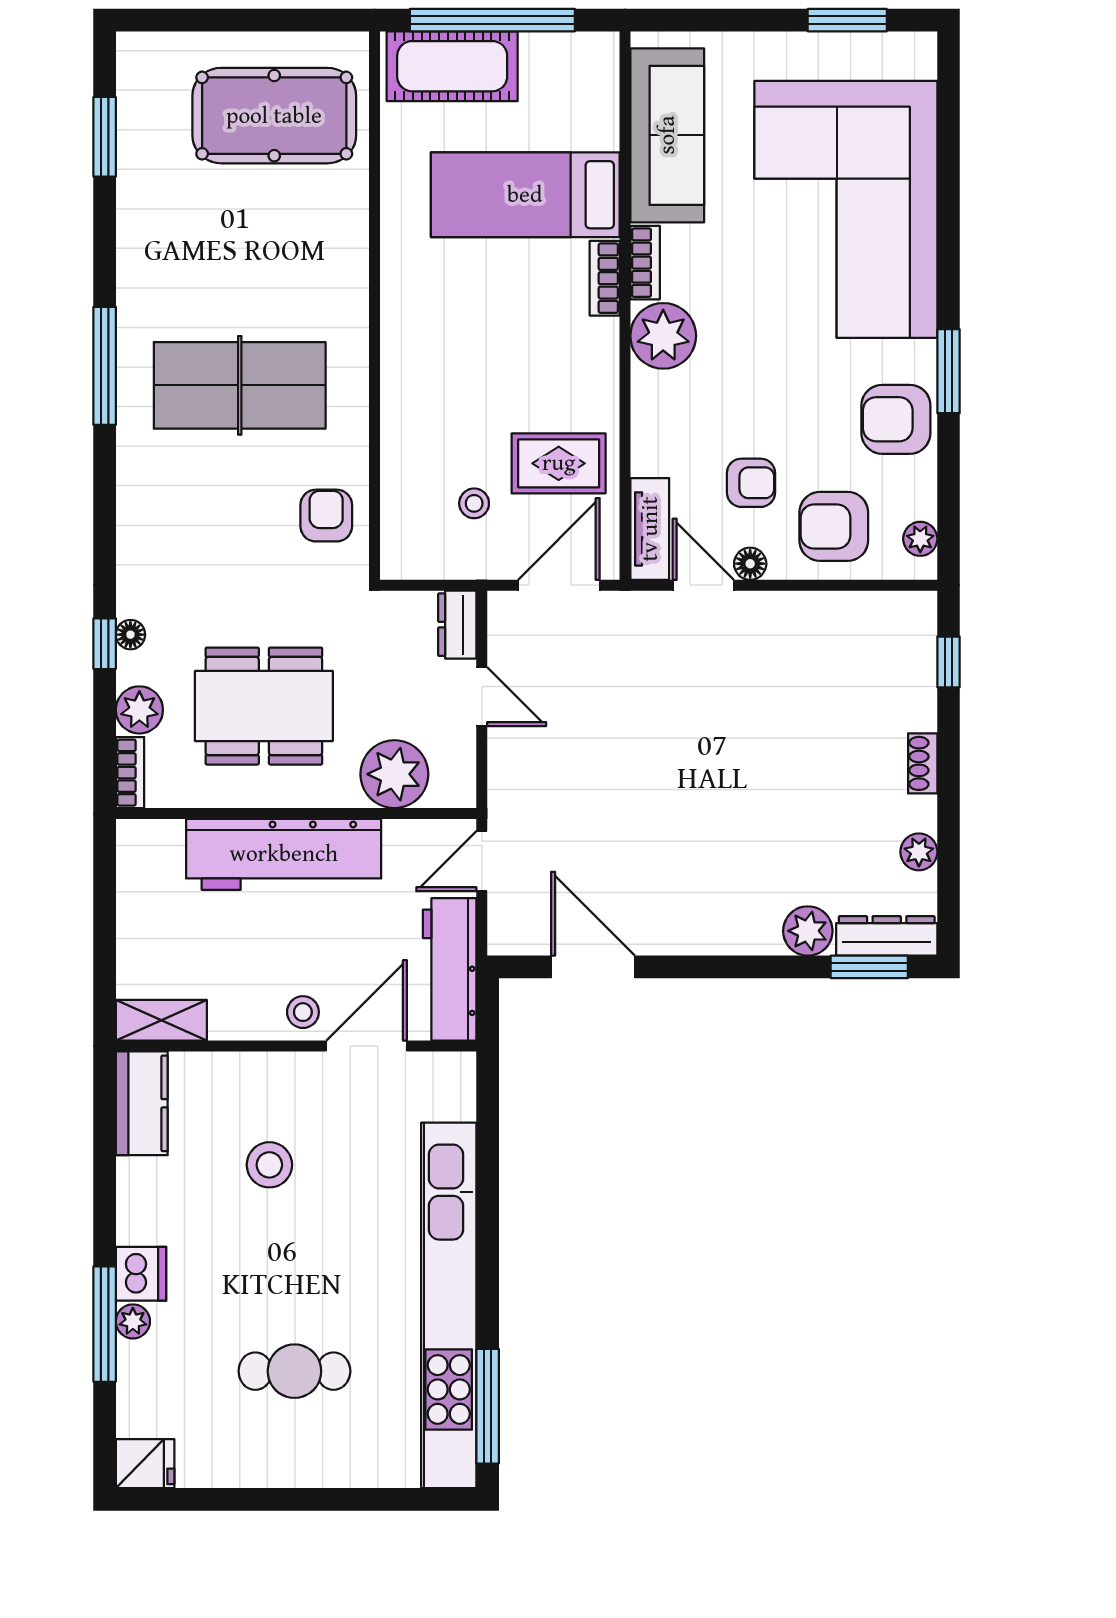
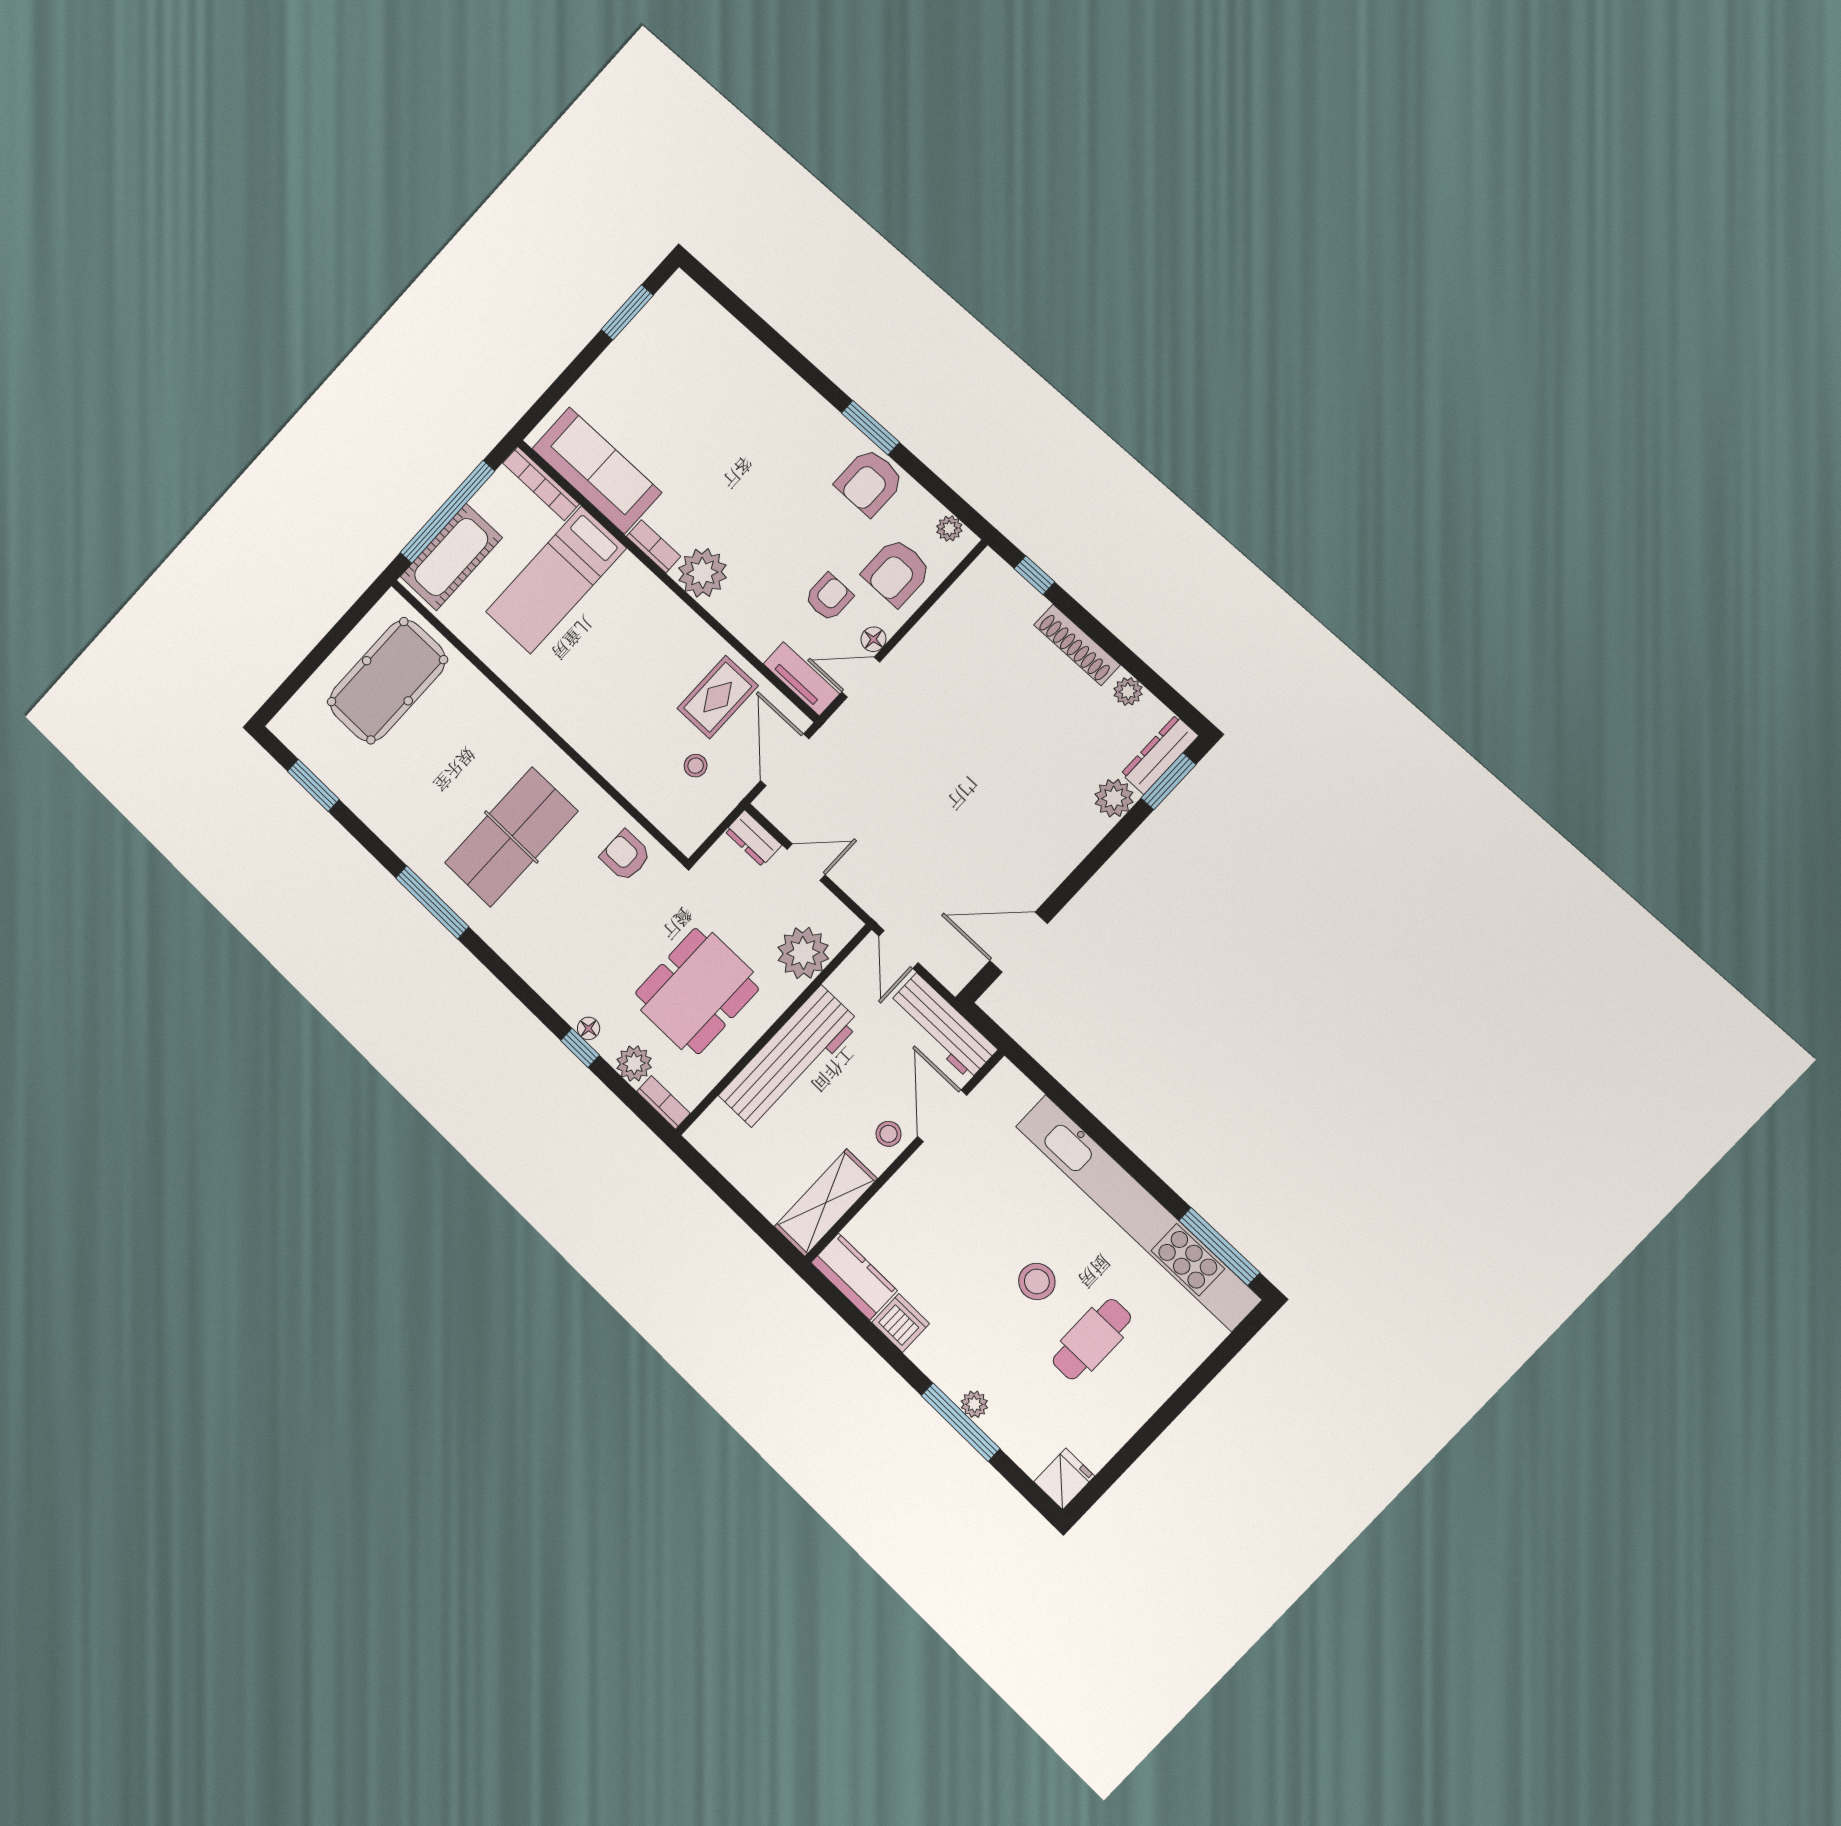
corner sofa: (846, 209) -> (728, 406), removed
bookcase: (605, 278) -> (541, 484), moved, width x1.56
shoe rack: (923, 763) -> (1077, 645), width x1.94, depth x1.24
shelving: (161, 1020) -> (826, 1203), width x1.50, depth x1.33
stool: (269, 1165) -> (1037, 1281), moved
dishwasher: (141, 1274) -> (901, 1323), moved

